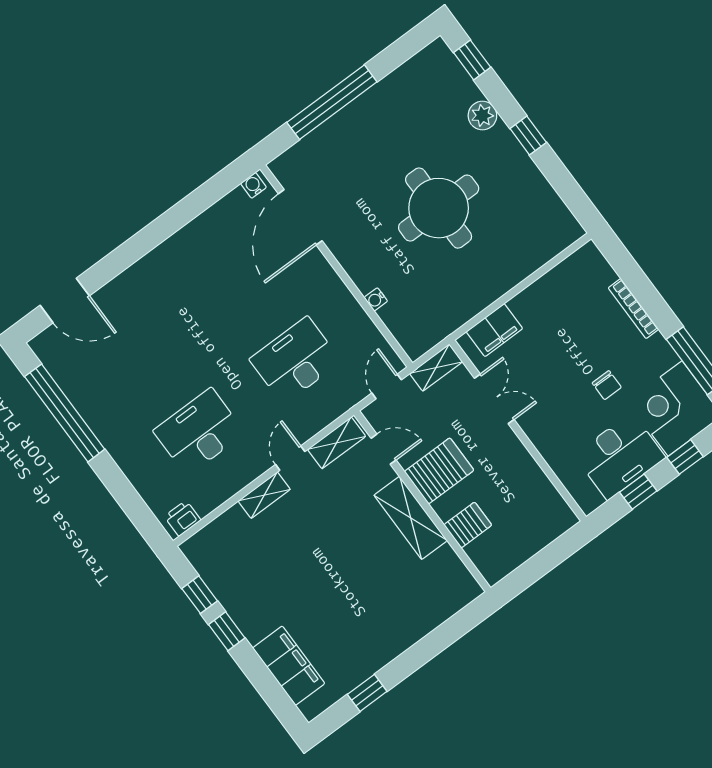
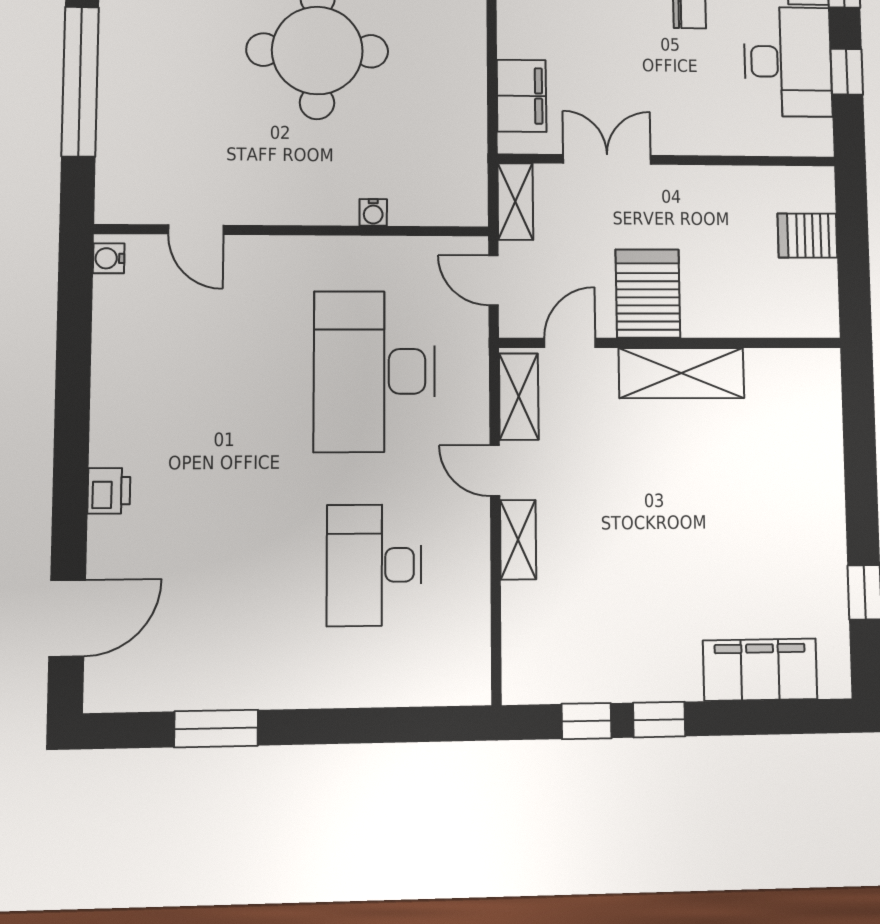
door: (300, 217) -> (196, 230), width x0.53
desk: (295, 360) -> (374, 371), width x1.36, depth x1.30
window: (65, 413) -> (216, 729), width x0.47
printer: (183, 518) -> (109, 491), moved, turned 180
server rack: (468, 525) -> (807, 236), moved, turned -90

